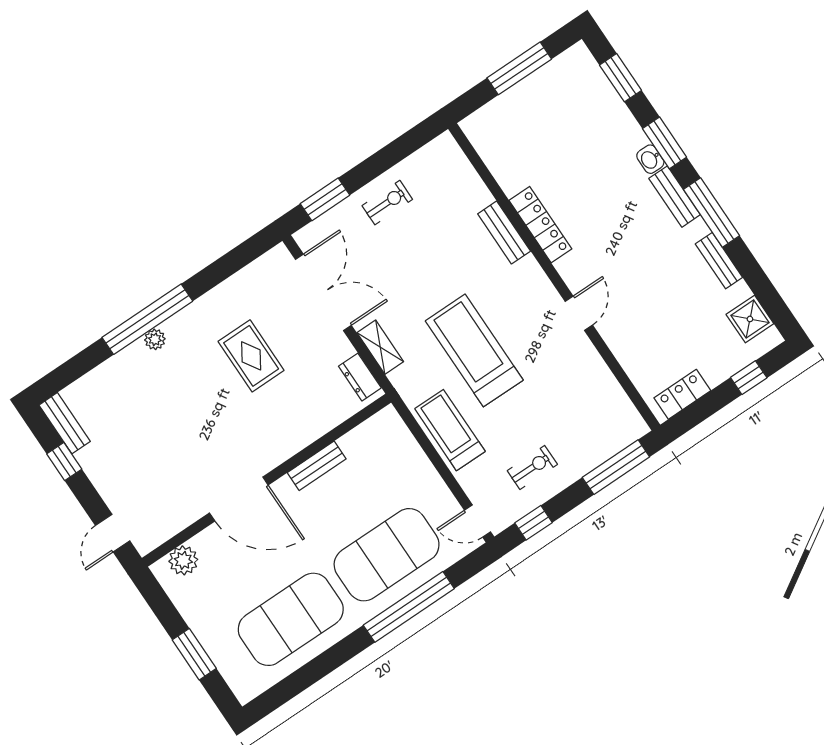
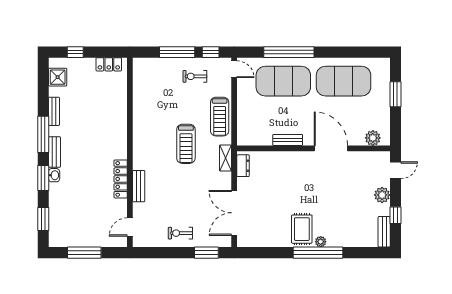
door: (579, 313) -> (130, 227), moved
shelving: (380, 347) -> (226, 158), moved
treadmill: (474, 350) -> (186, 144), width x0.73, depth x0.73
rug: (251, 356) -> (302, 229), moved
window: (616, 467) -> (177, 52), moved
plant: (107, 480) -> (382, 195), added

